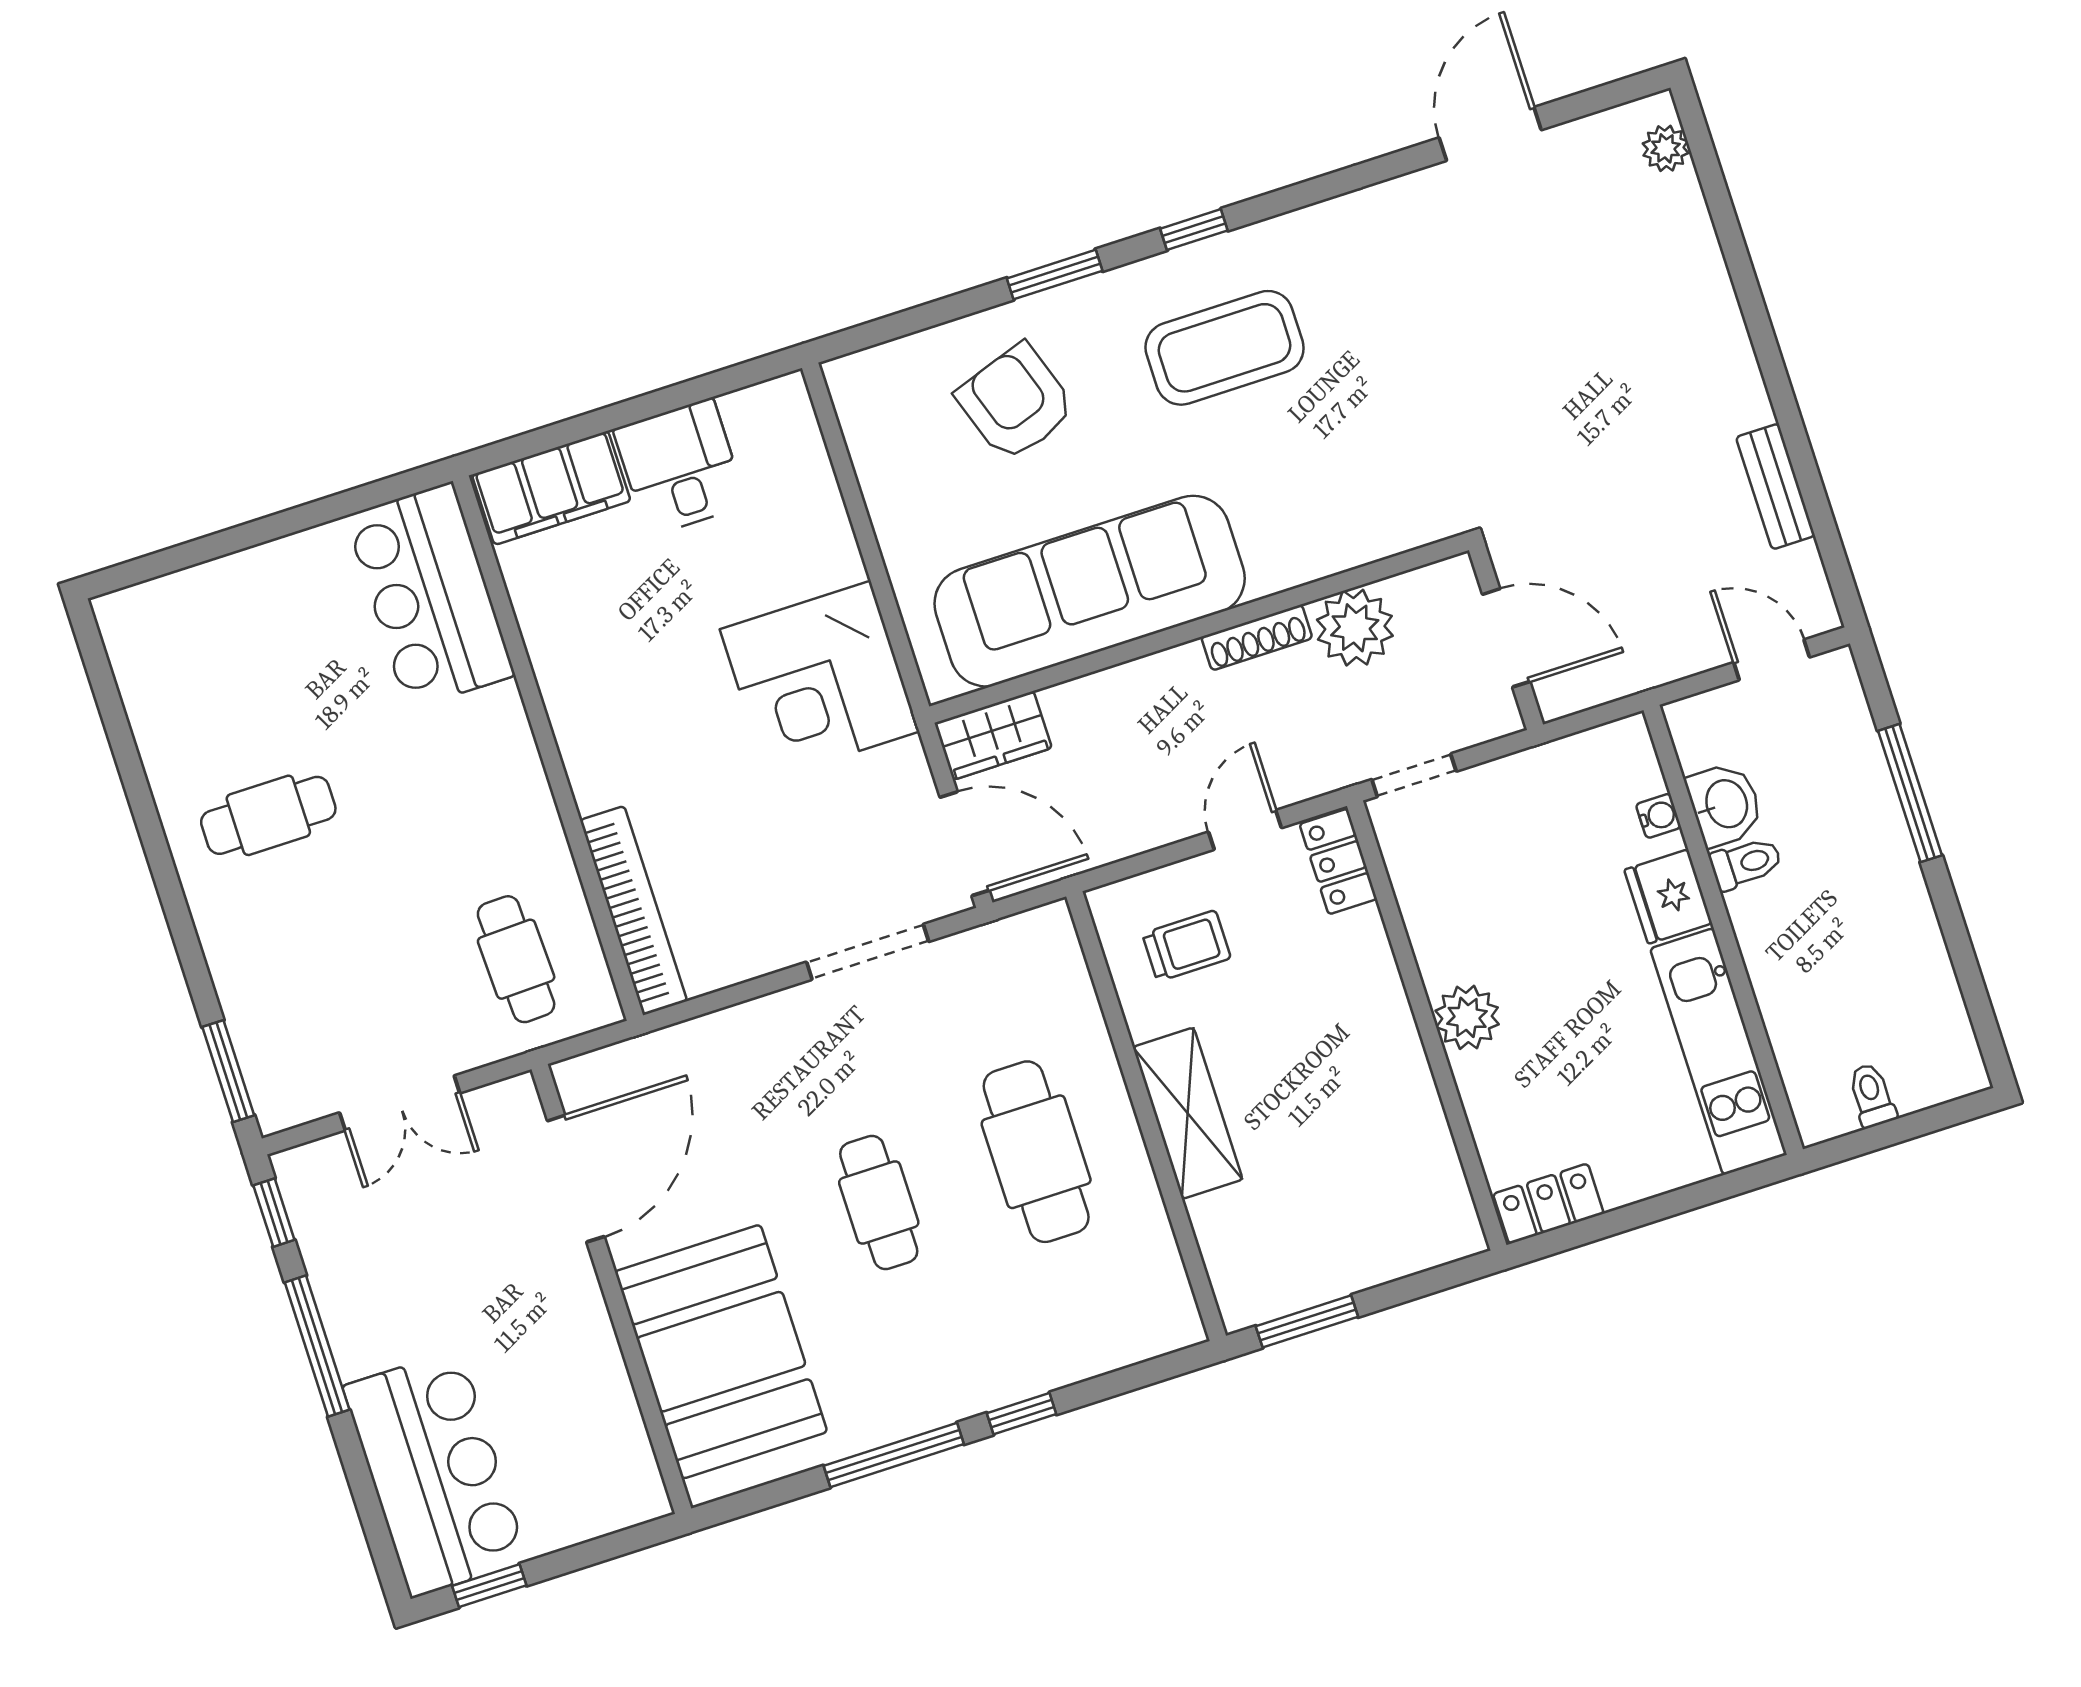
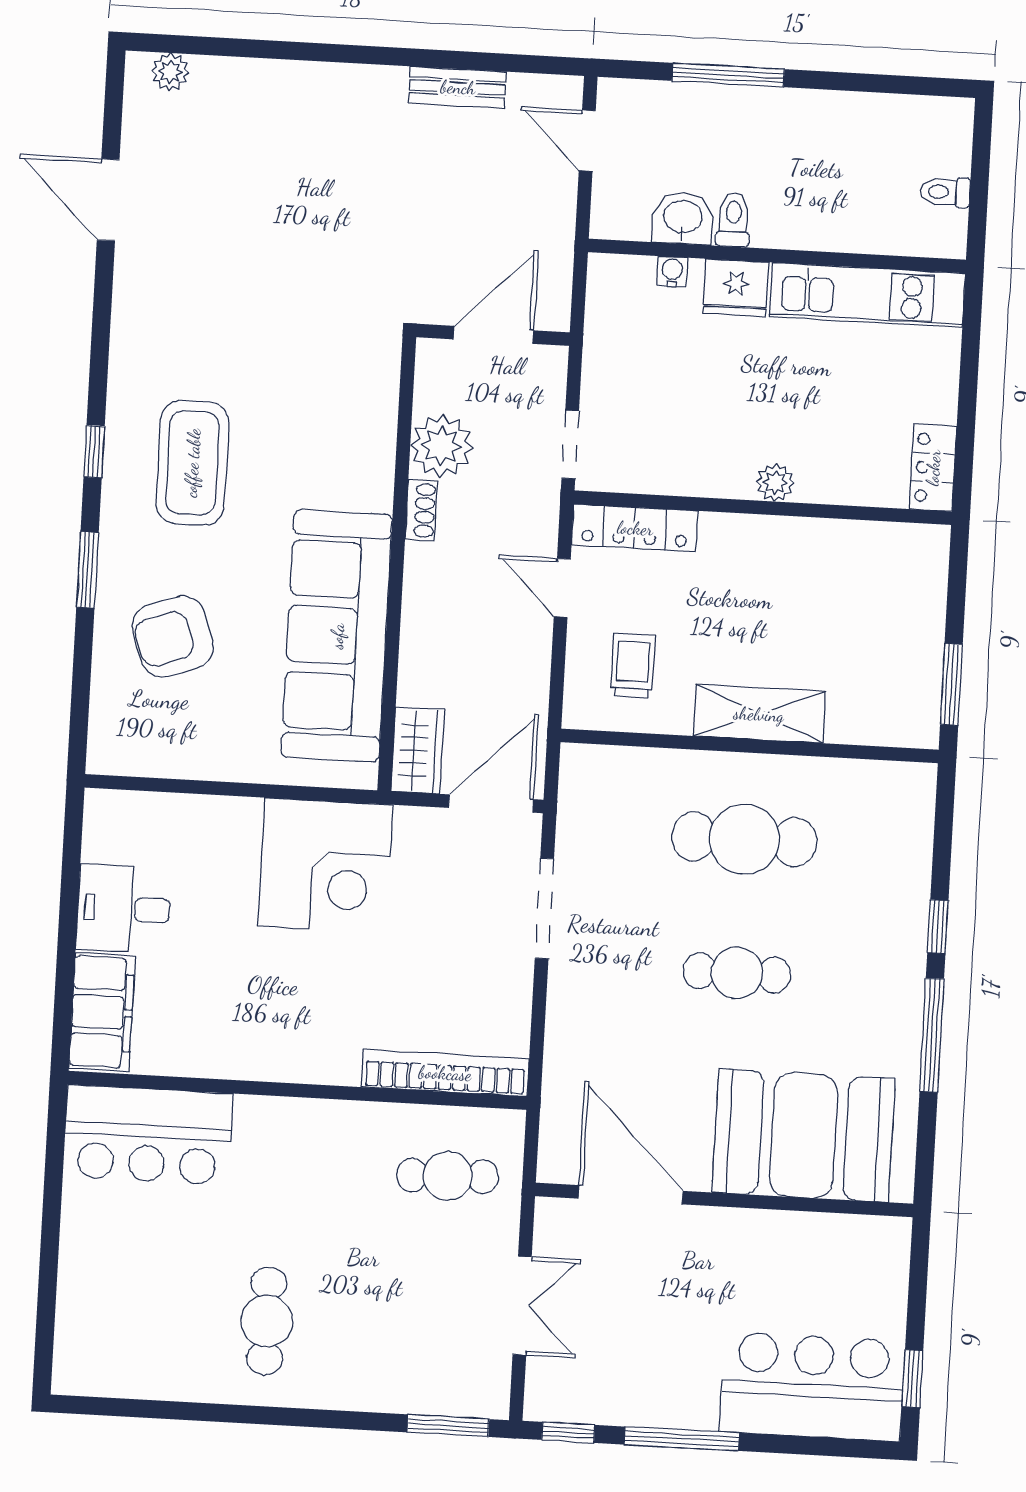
shoe rack: (1257, 637) -> (421, 510), width x0.70
door: (1772, 660) -> (587, 141), hinge flipped
locker: (1338, 862) -> (635, 528), width x1.53
plant: (1467, 1017) -> (775, 482), width x0.73, depth x0.73

